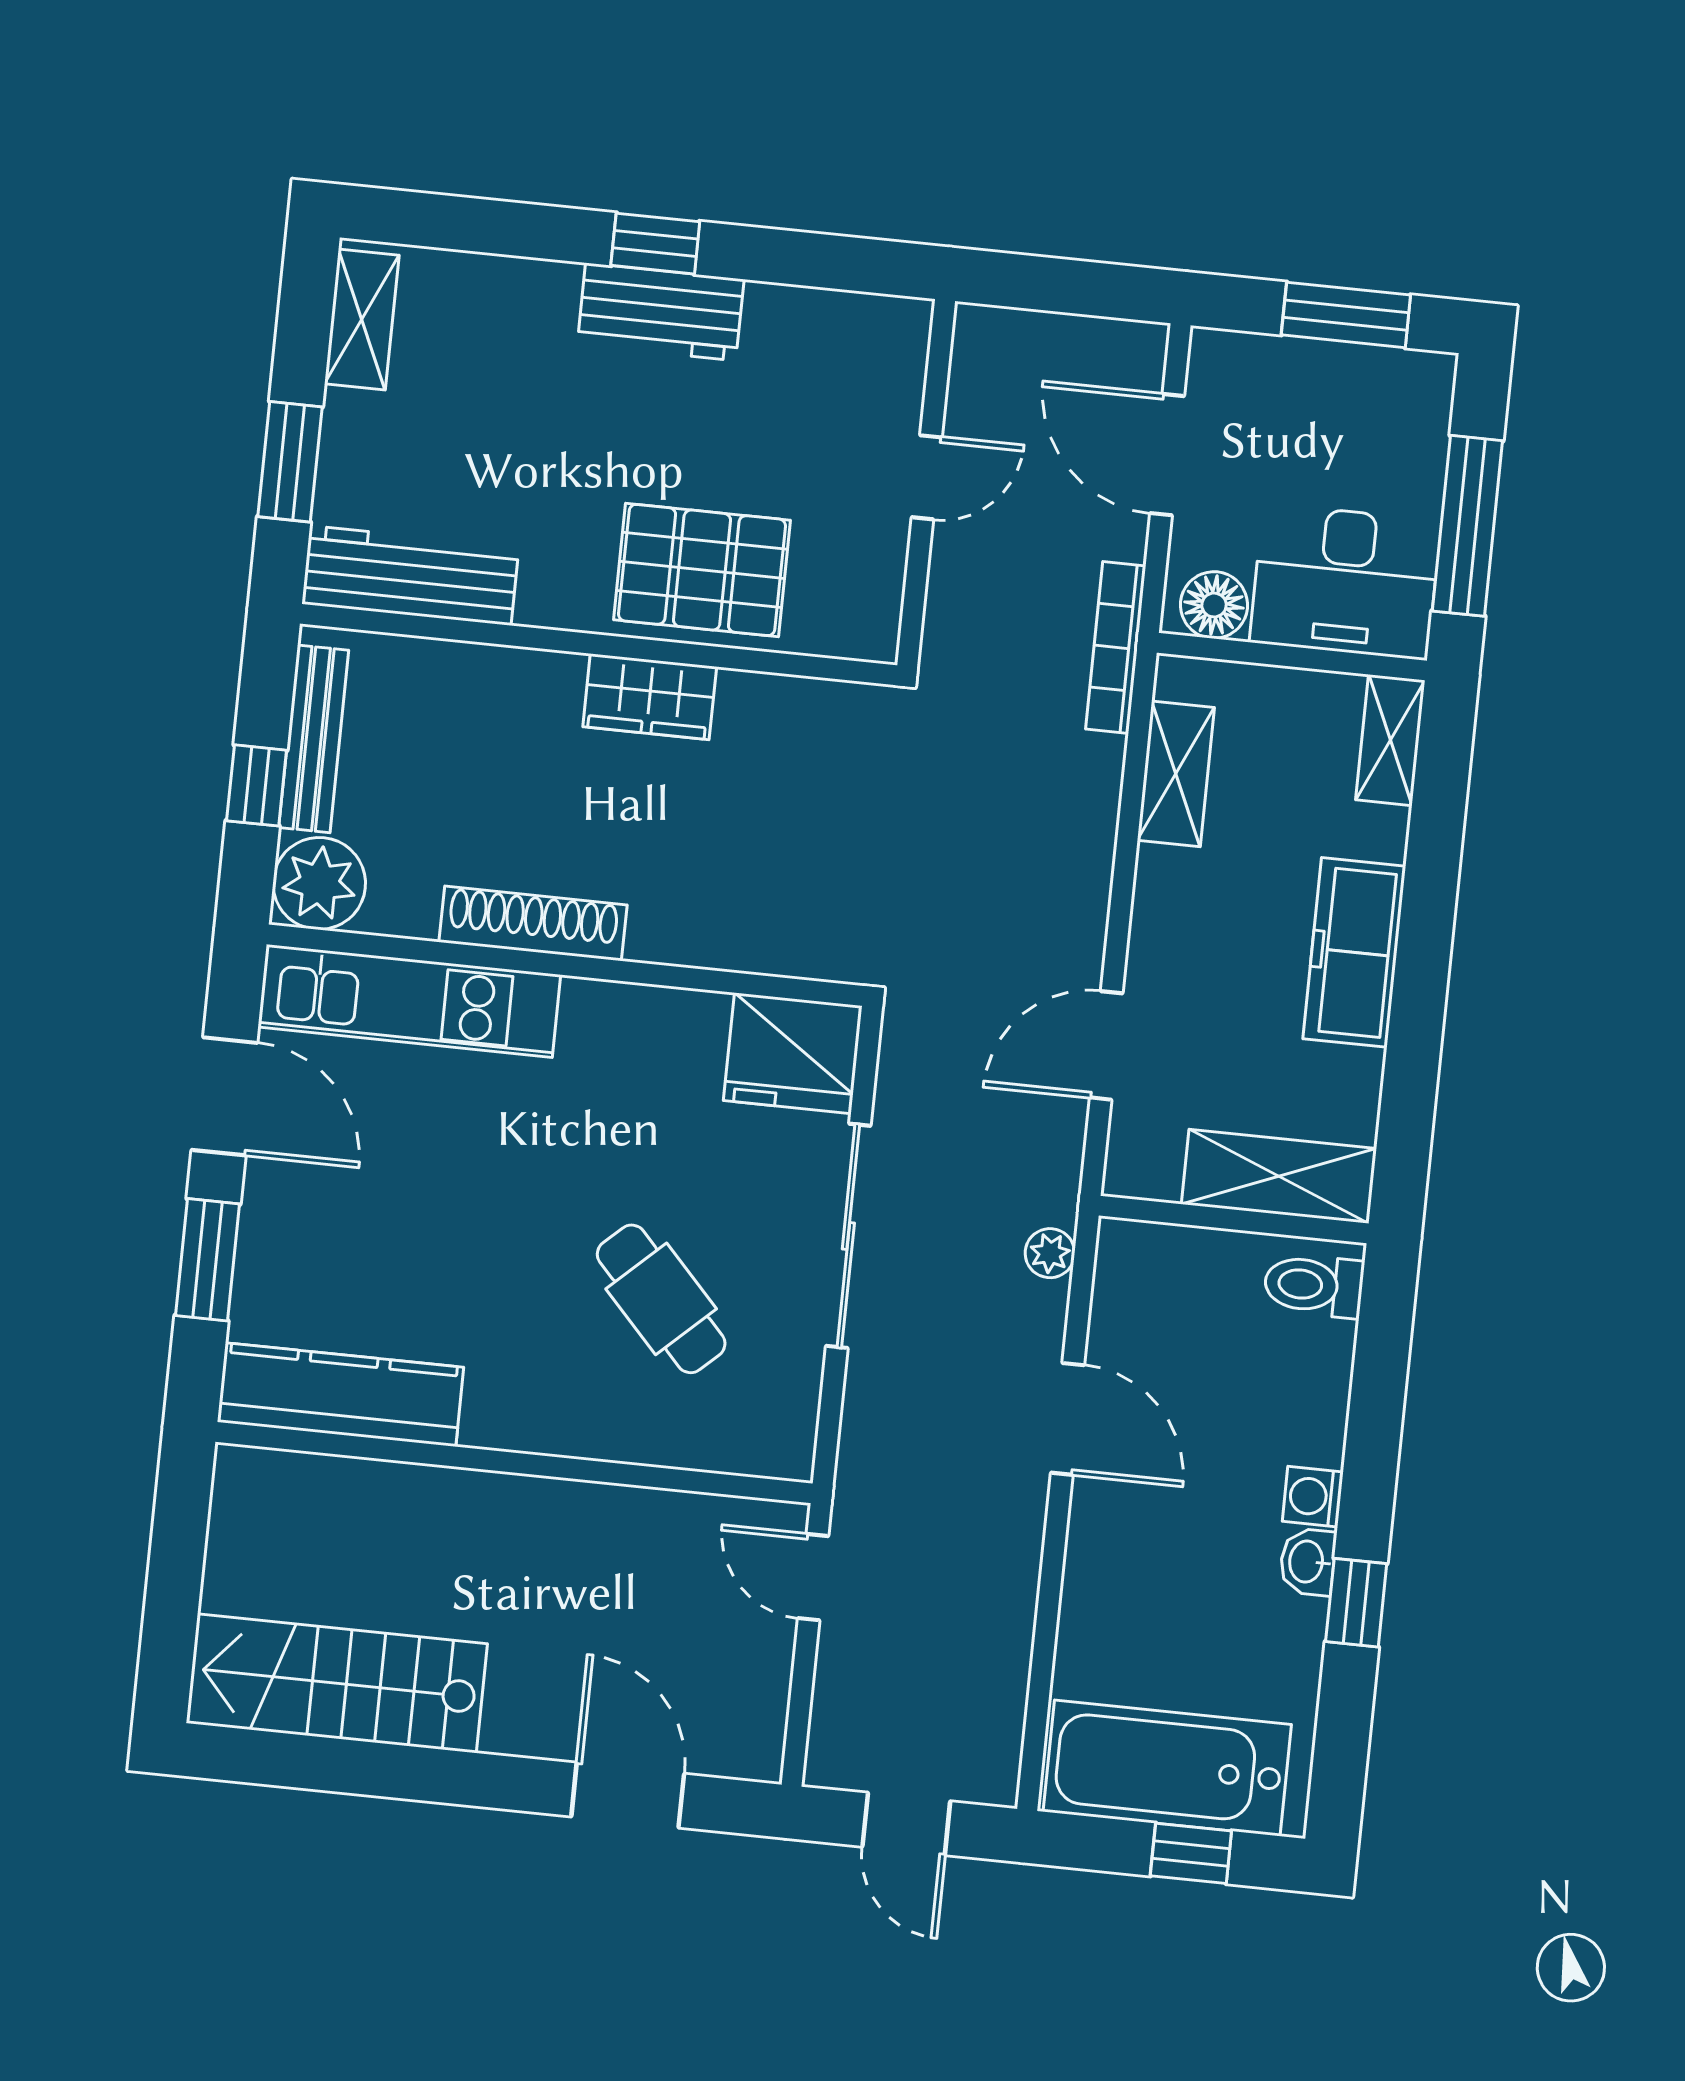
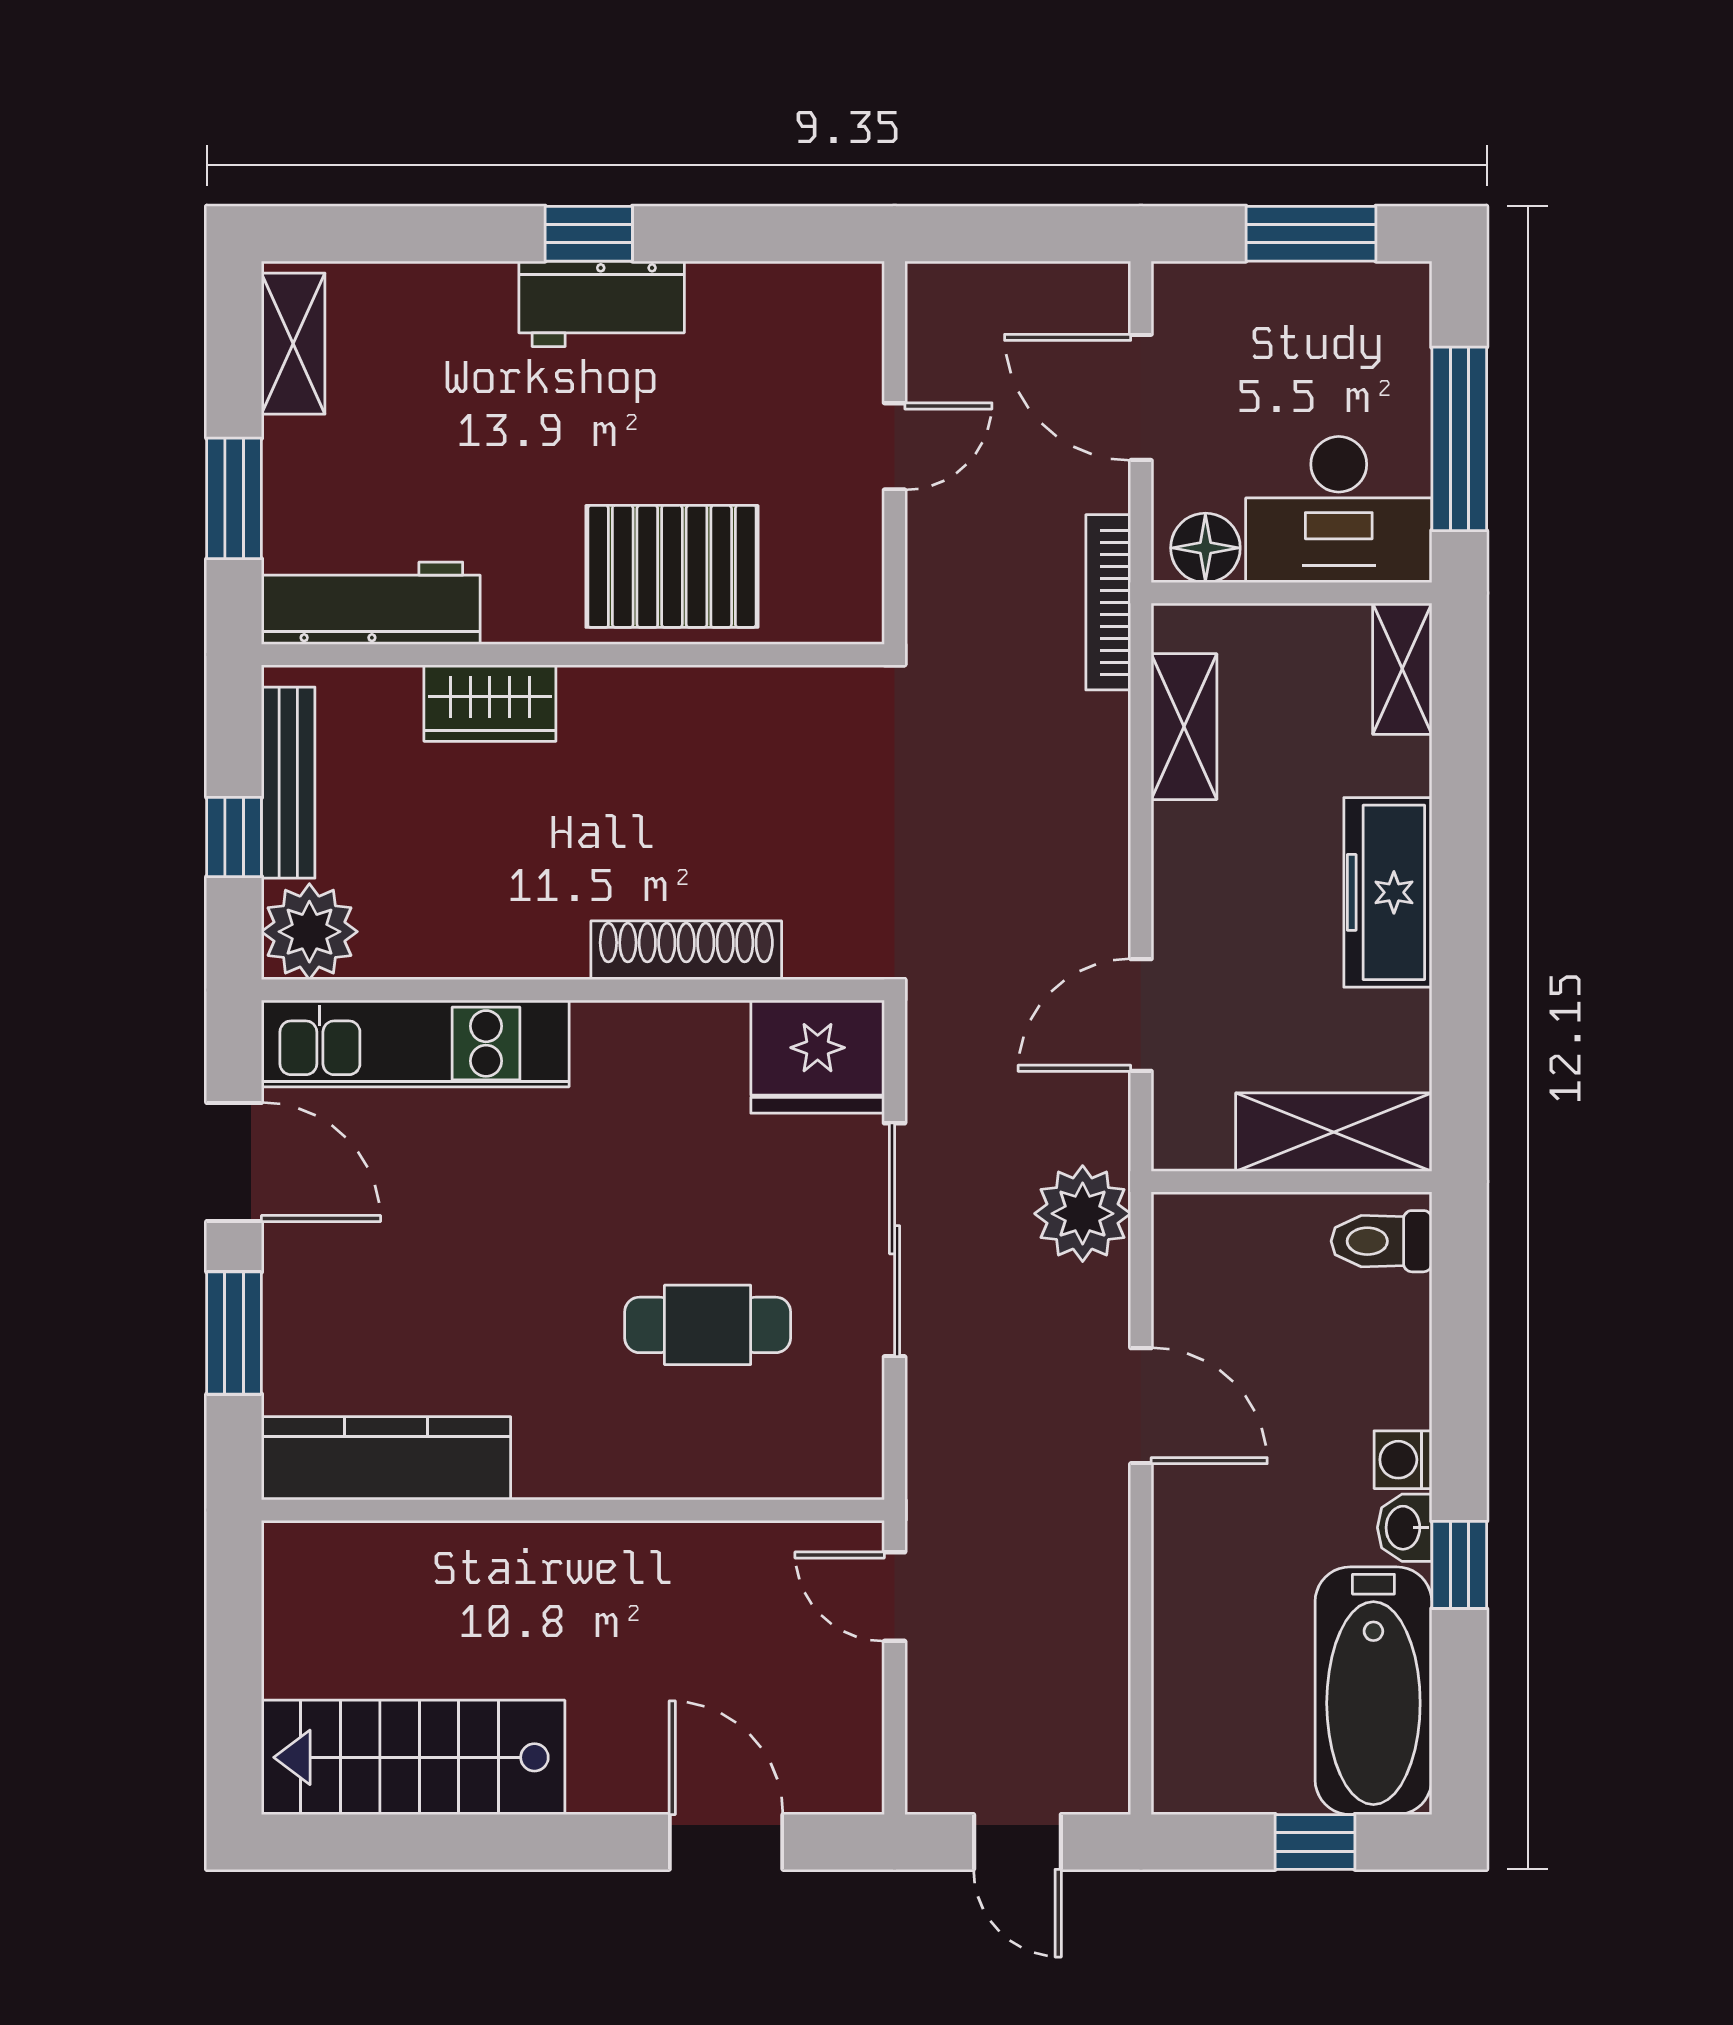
wardrobe: (650, 697) -> (490, 703), moved
shoe rack: (533, 923) -> (686, 950), moved
plant: (1050, 1253) -> (1083, 1214), width x1.87, depth x1.87
cafe table: (661, 1299) -> (708, 1325), turned -47
bathtub: (1167, 1768) -> (1373, 1691), moved, turned -90

